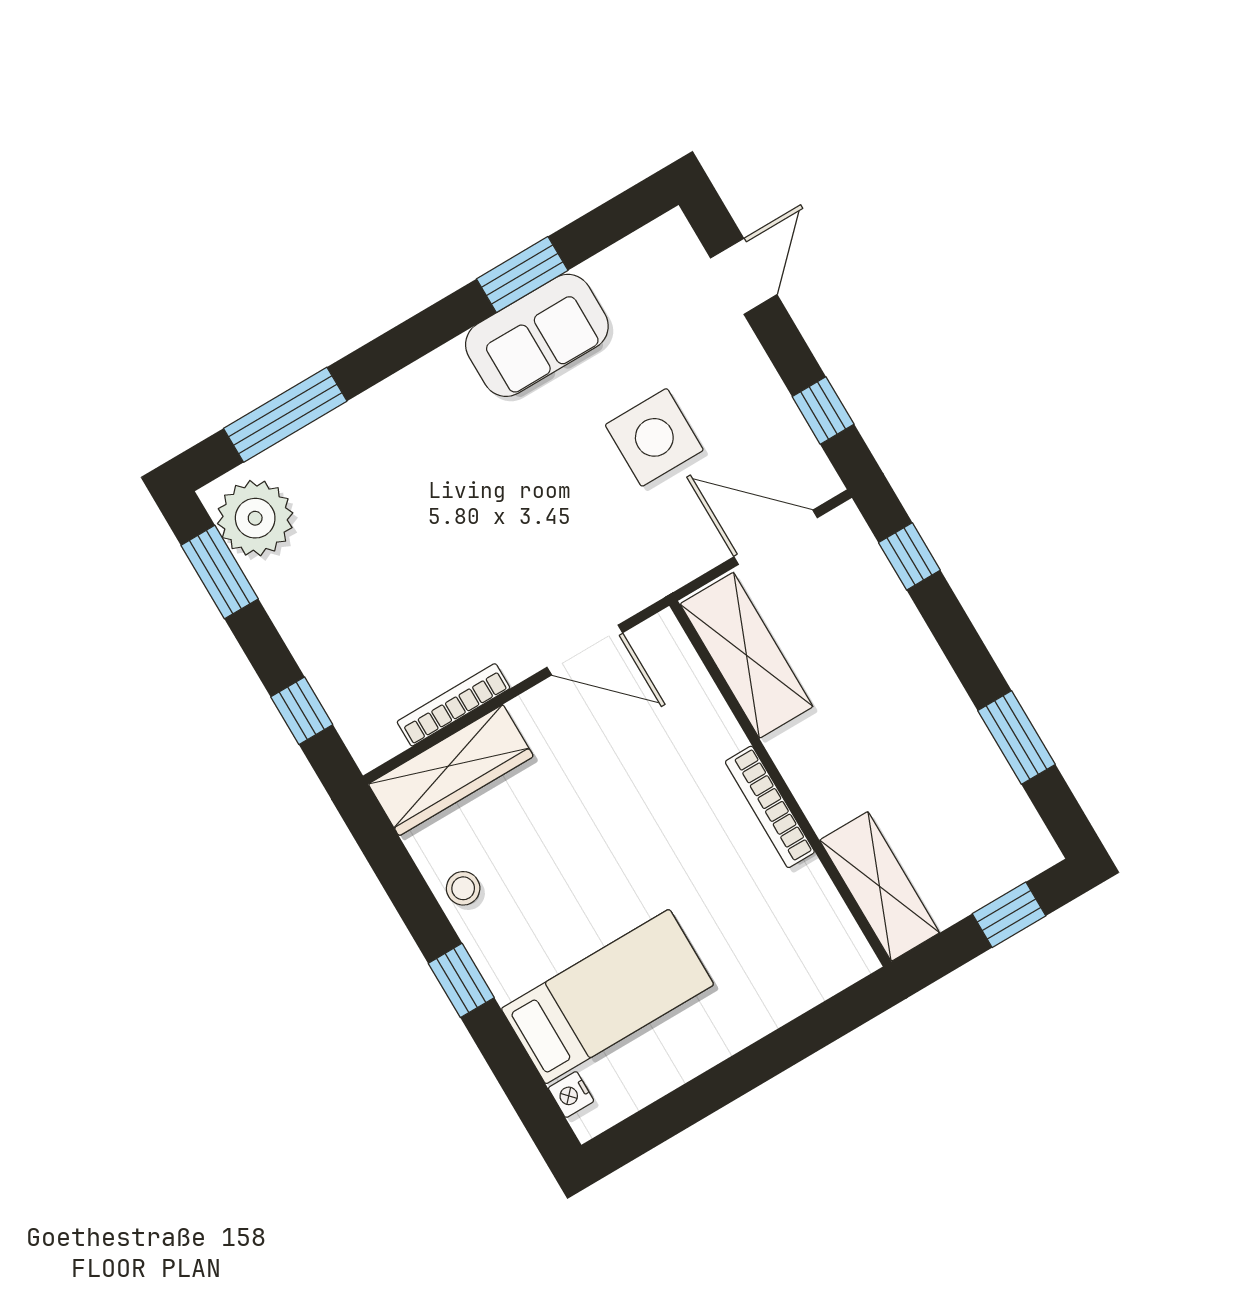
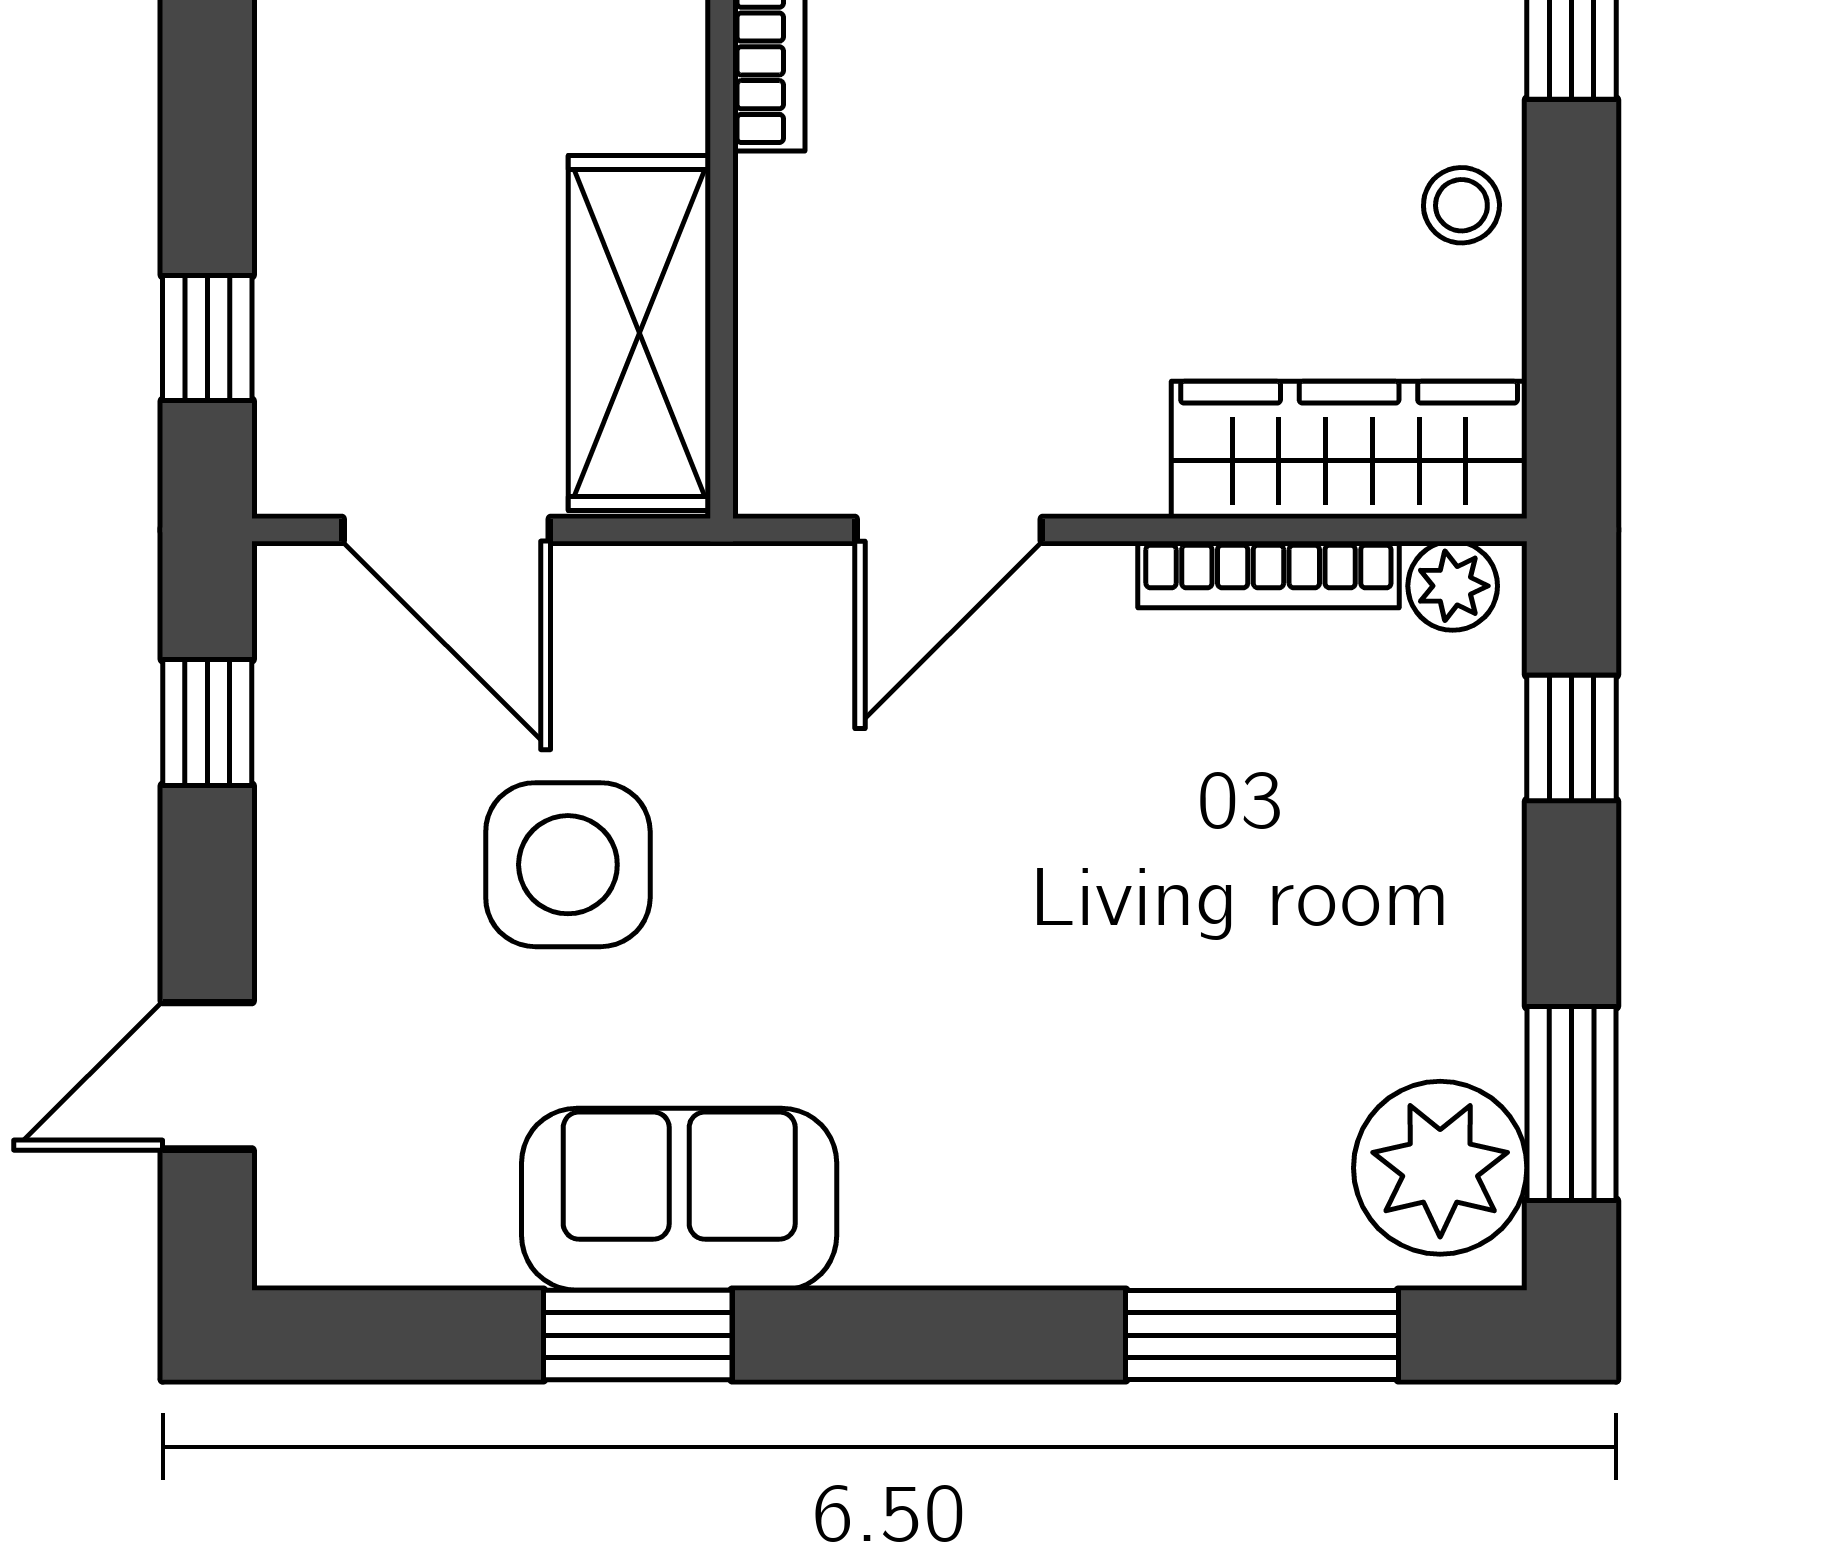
door: (585, 650) -> (949, 530), swing flipped
plant: (381, 742) -> (1453, 586), added

